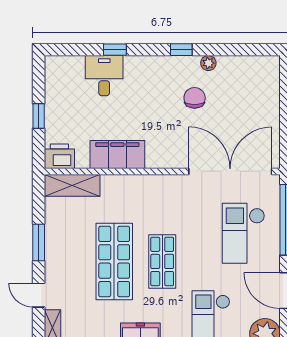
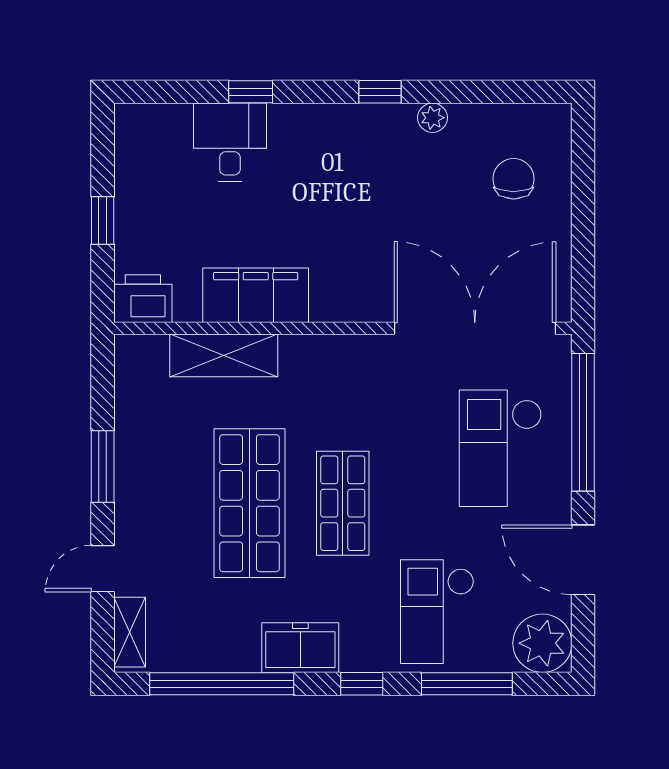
chair: (195, 98) -> (514, 179), moved
shelving: (72, 185) -> (224, 355), moved
door: (39, 295) -> (103, 569), hinge flipped

